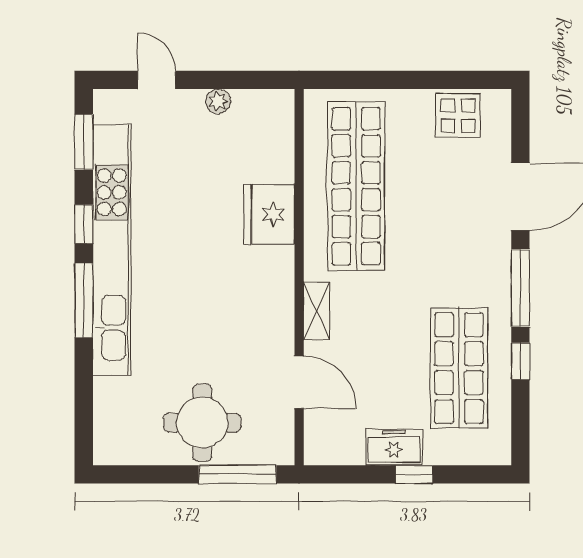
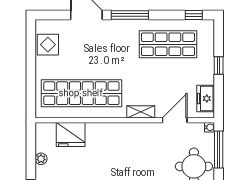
fridge: (269, 214) -> (71, 135), moved
window: (520, 361) -> (194, 15), moved
freezer: (394, 447) -> (206, 98), moved
water cooler: (284, 455) -> (209, 127), added

